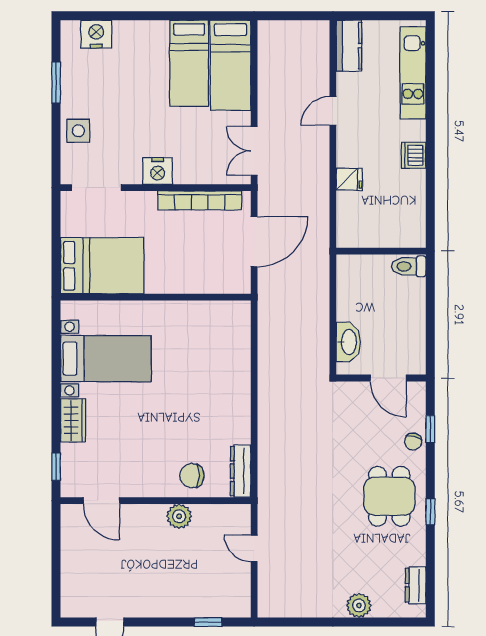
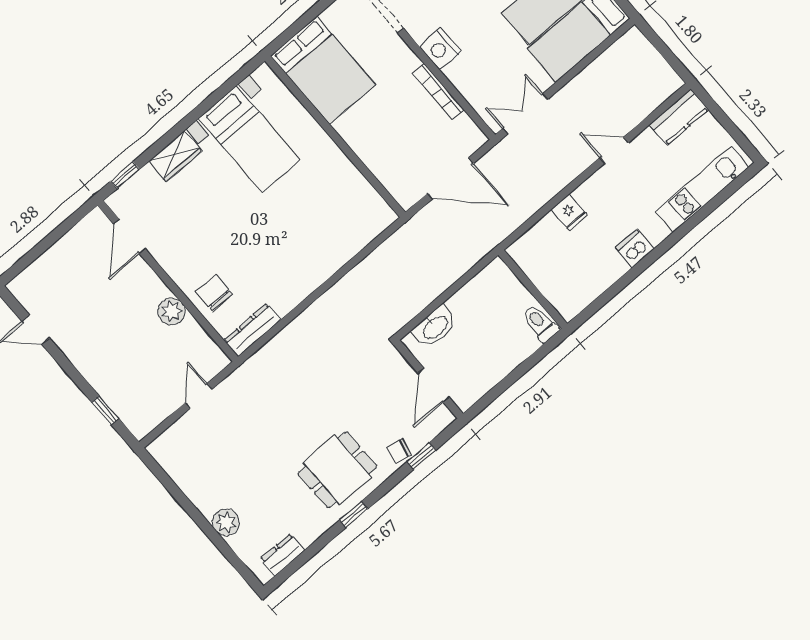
bookcase: (200, 200) -> (438, 91), width x0.68, depth x0.76

